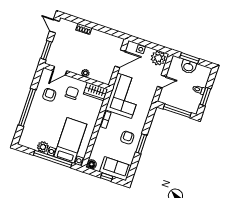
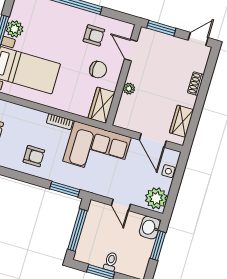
wardrobe: (108, 39) -> (181, 121), added
washbasin: (188, 67) -> (150, 228), moved
window: (141, 144) -> (65, 189), moved

